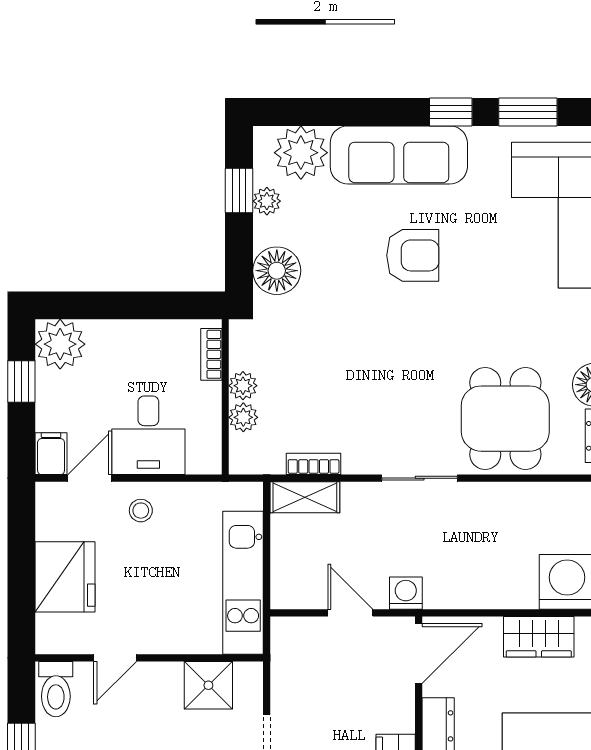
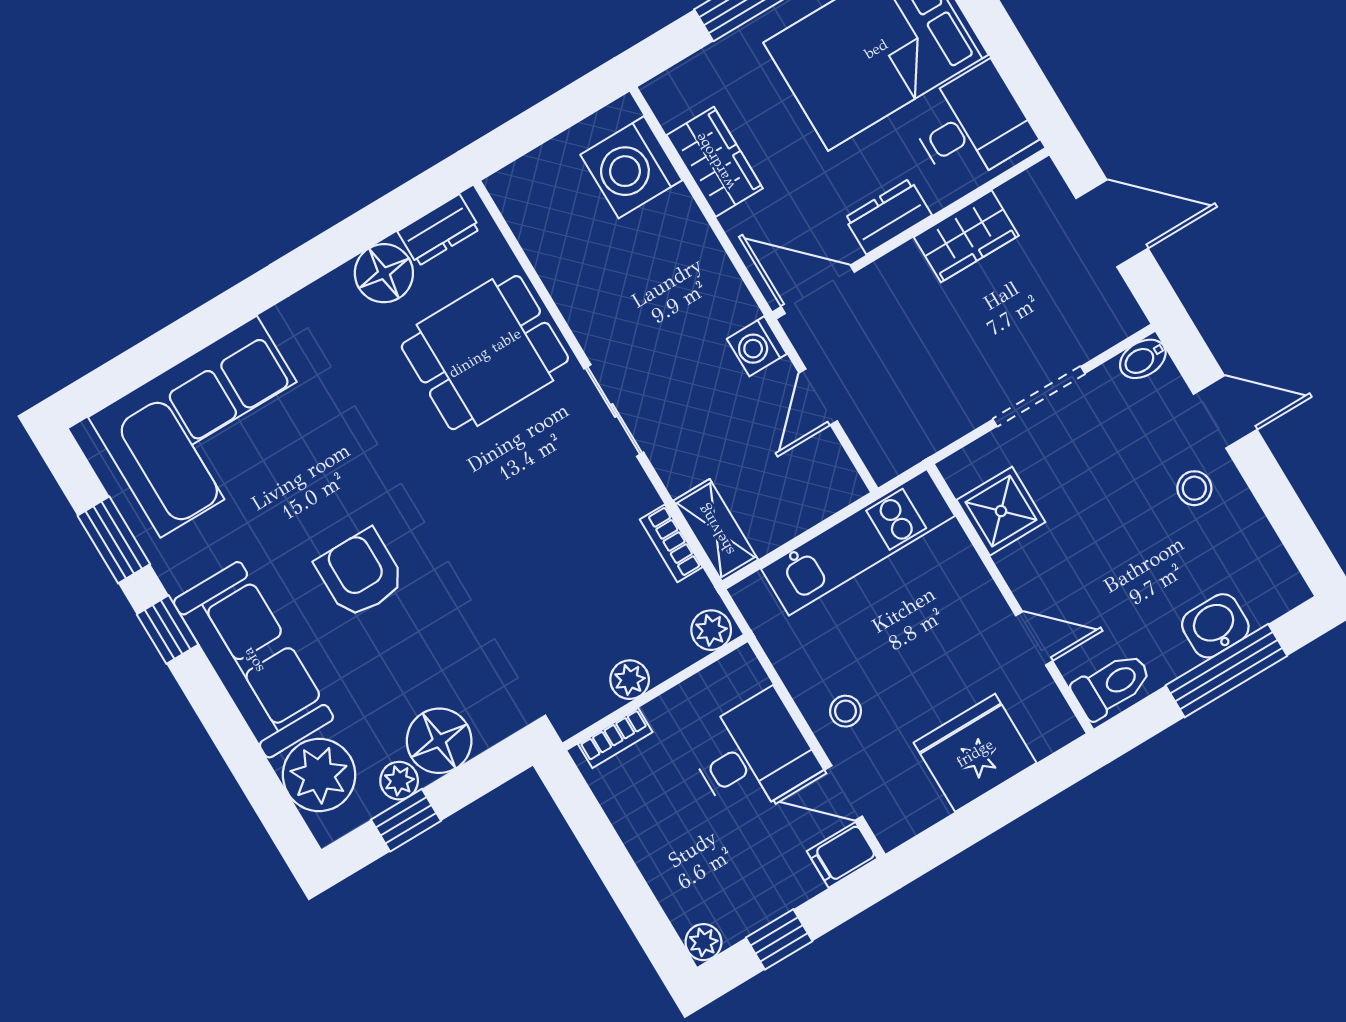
floor lamp: (277, 271) -> (439, 741), moved
plant: (60, 344) -> (703, 942), width x0.53, depth x0.53
plant: (243, 417) -> (711, 630), moved

